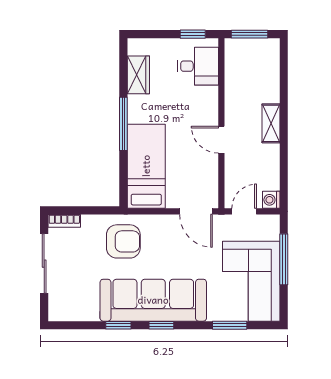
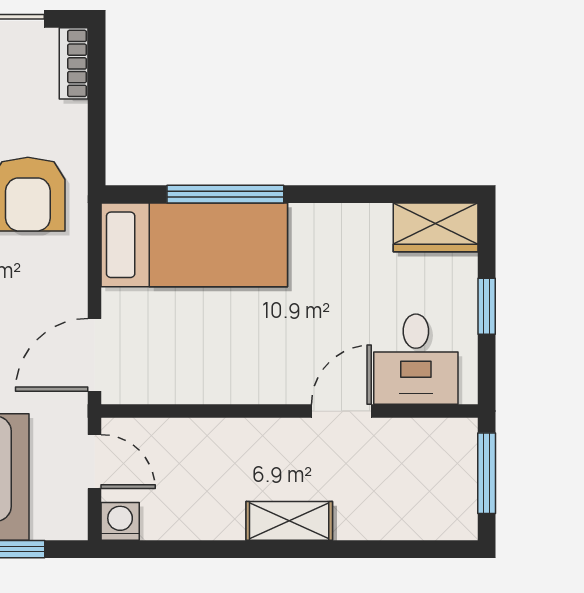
window: (193, 34) -> (487, 306), moved
wardrobe: (138, 75) -> (436, 227), moved
window: (123, 124) -> (225, 194), moved
door: (221, 140) -> (341, 411), moved

